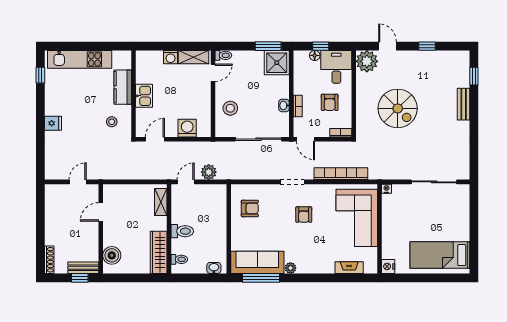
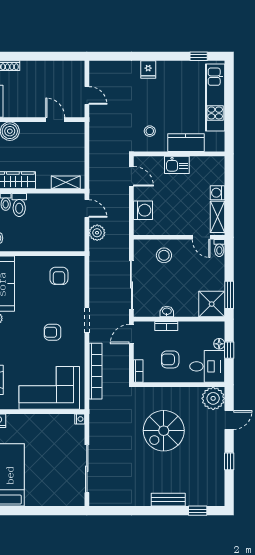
toilet: (182, 231) -> (19, 205), moved

